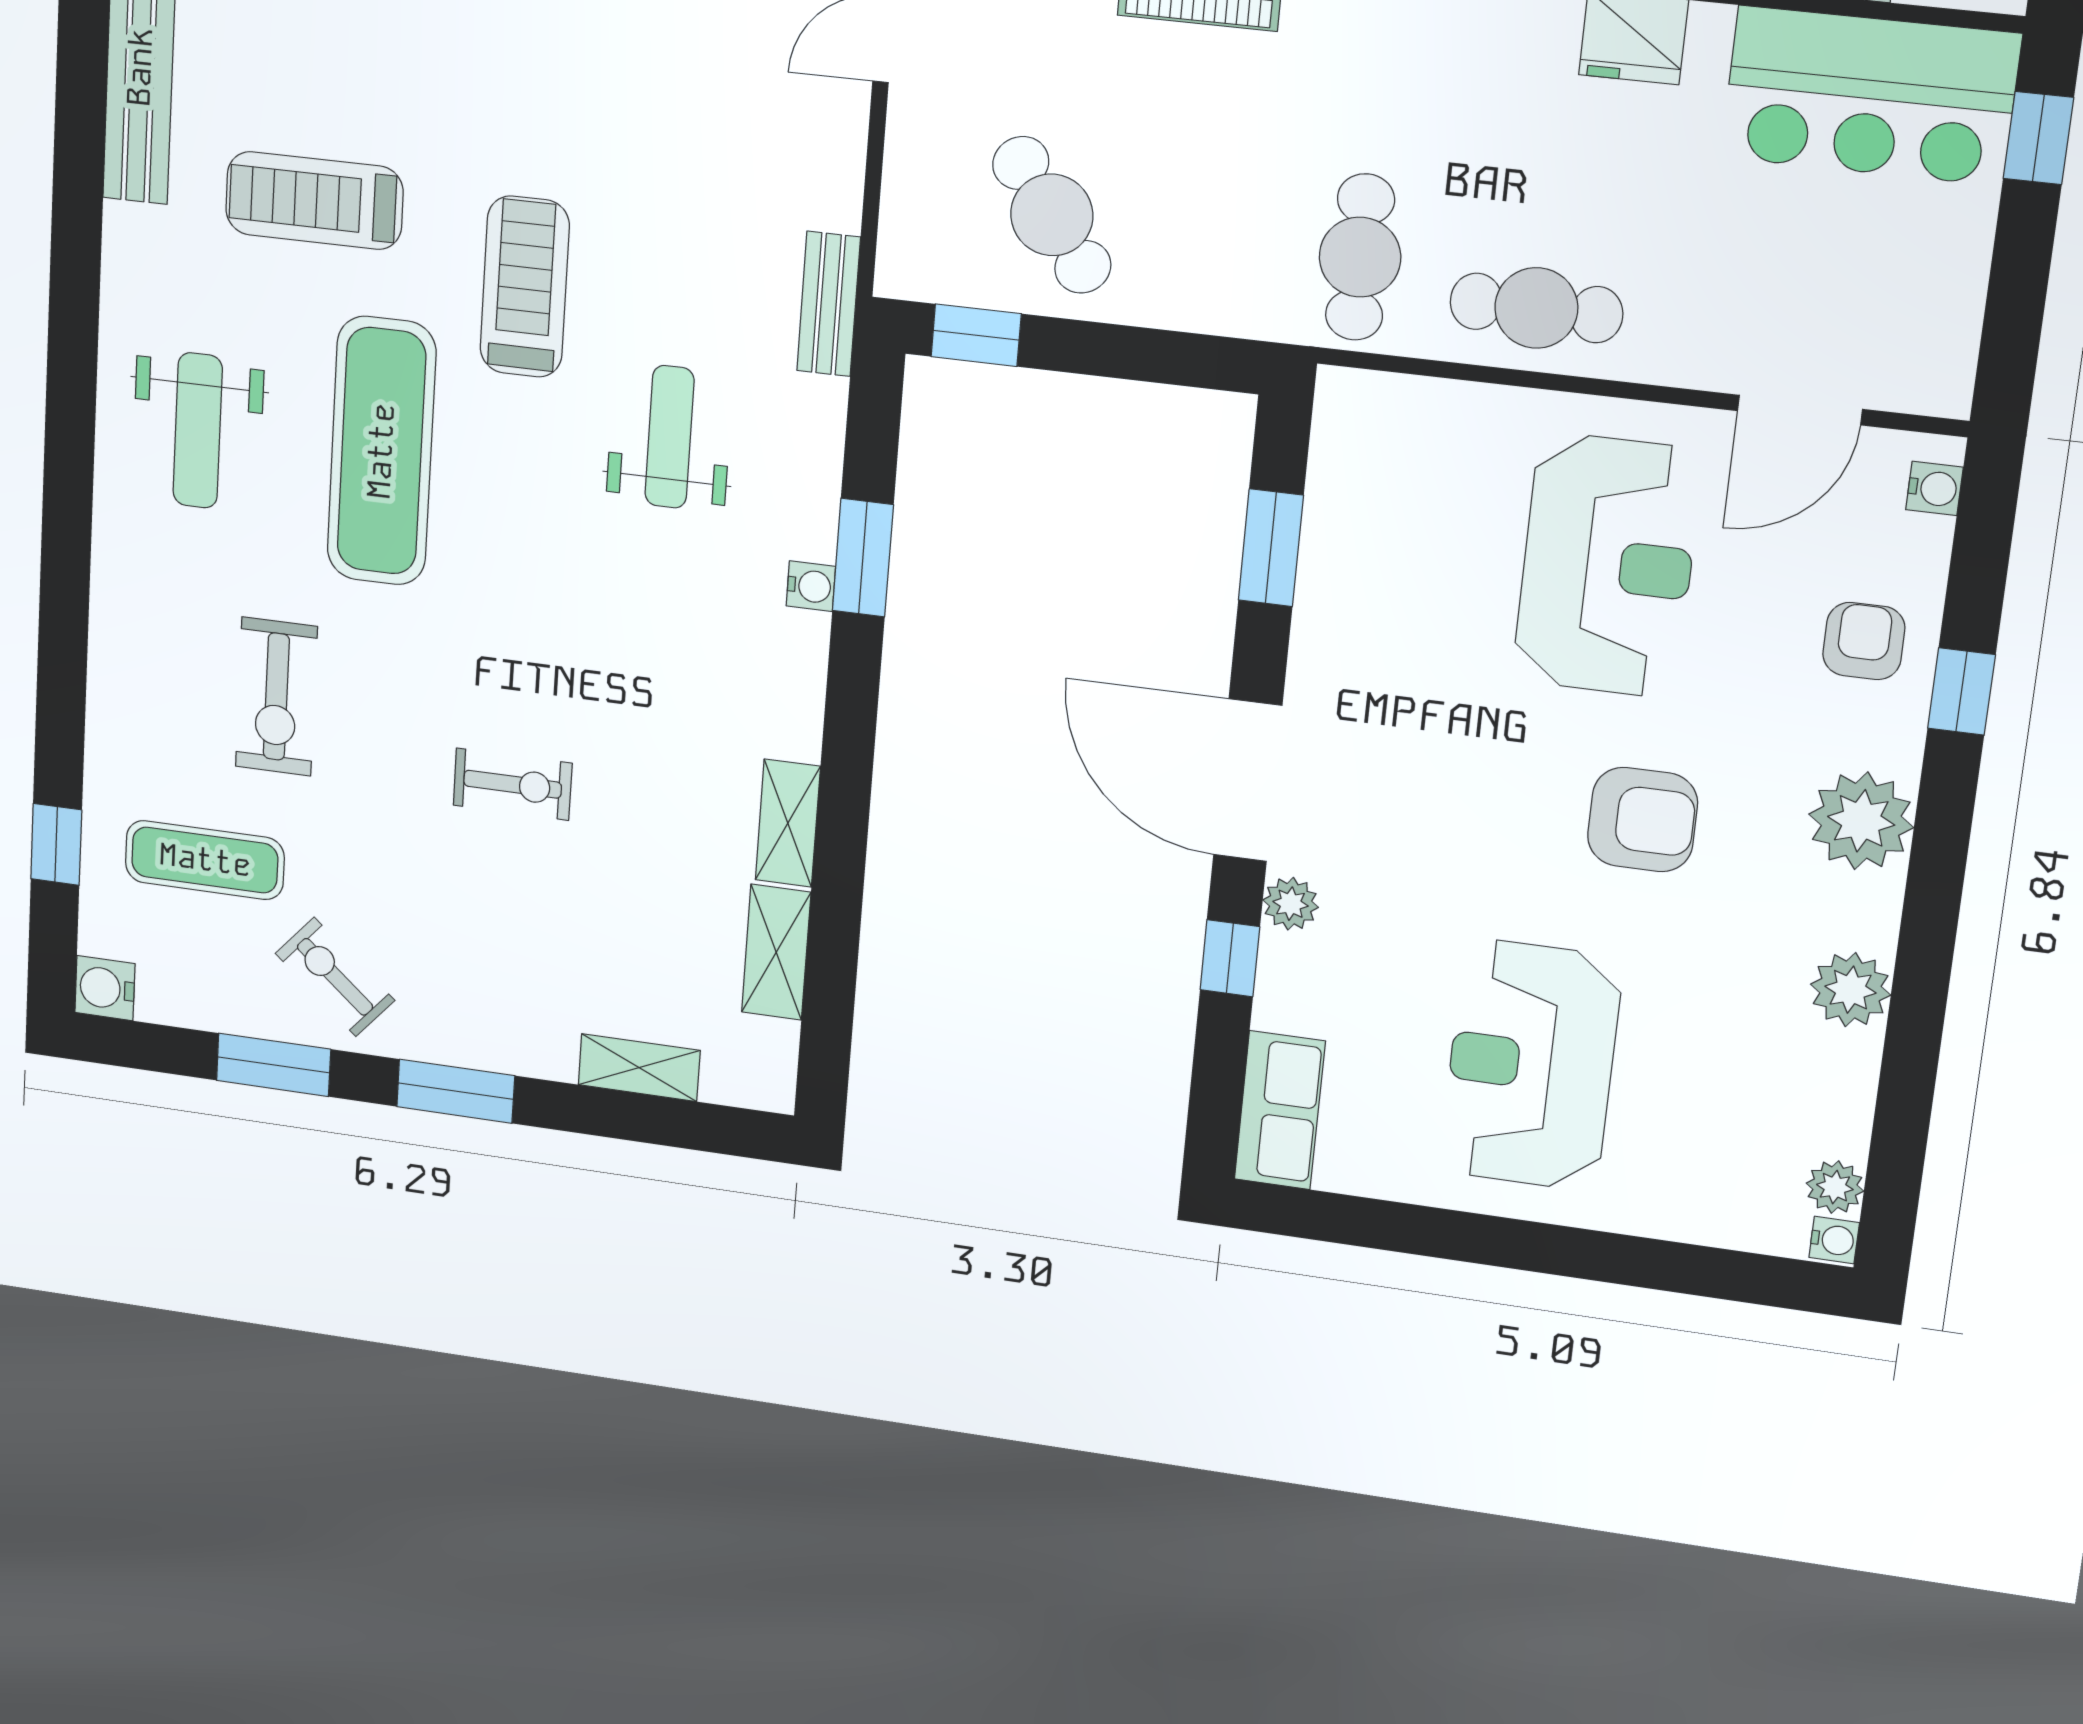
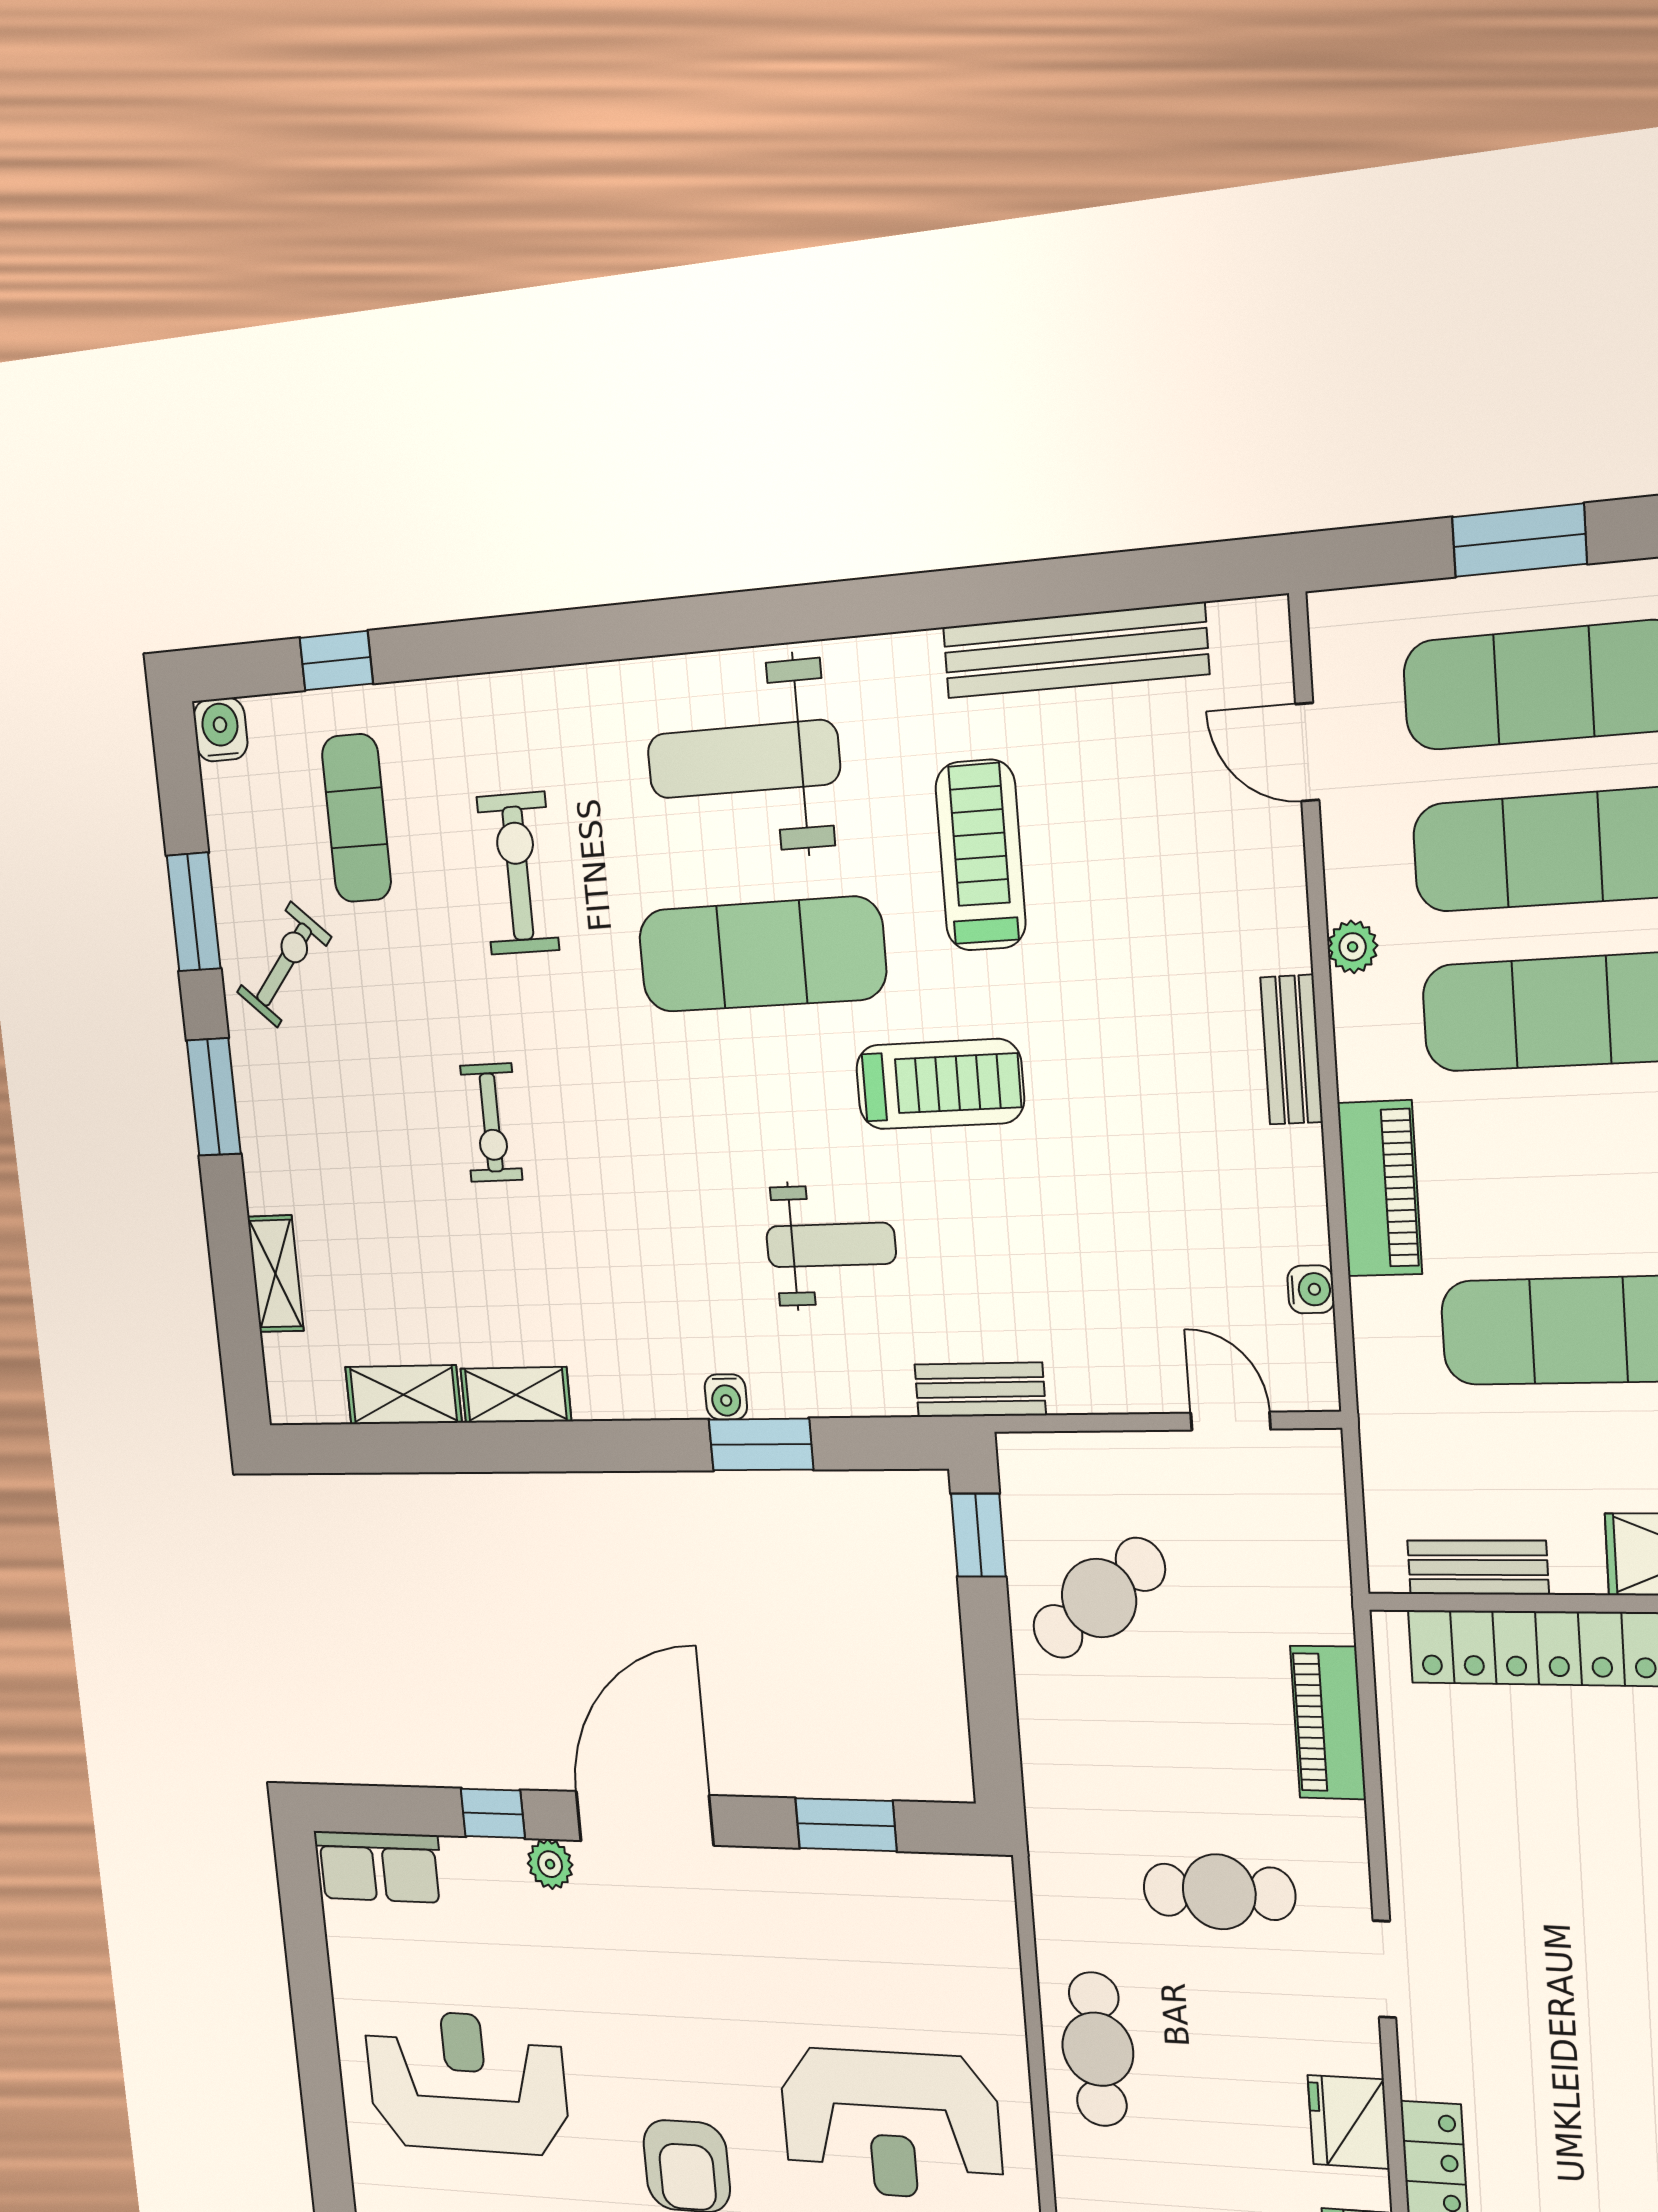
cafe table: (1360, 257) -> (1219, 1892), moved
weight bench: (198, 430) -> (743, 759), width x1.36, depth x1.33
exercise bike: (276, 697) -> (518, 873), turned 90

